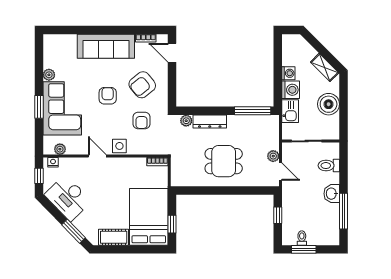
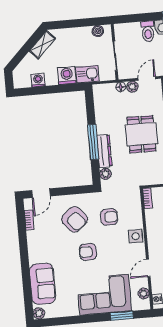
sofa: (106, 46) -> (43, 284), moved, width x0.73
washing machine: (288, 73) -> (38, 80), moved
plant: (49, 75) -> (39, 313), moved
boiler: (329, 104) -> (98, 31), moved, width x0.54, depth x0.54
window: (39, 107) -> (122, 316), moved
window: (253, 111) -> (93, 142), moved
floor lamp: (274, 144) -> (121, 87), added
door: (97, 156) -> (148, 268), moved
toilet: (329, 166) -> (148, 31), moved

